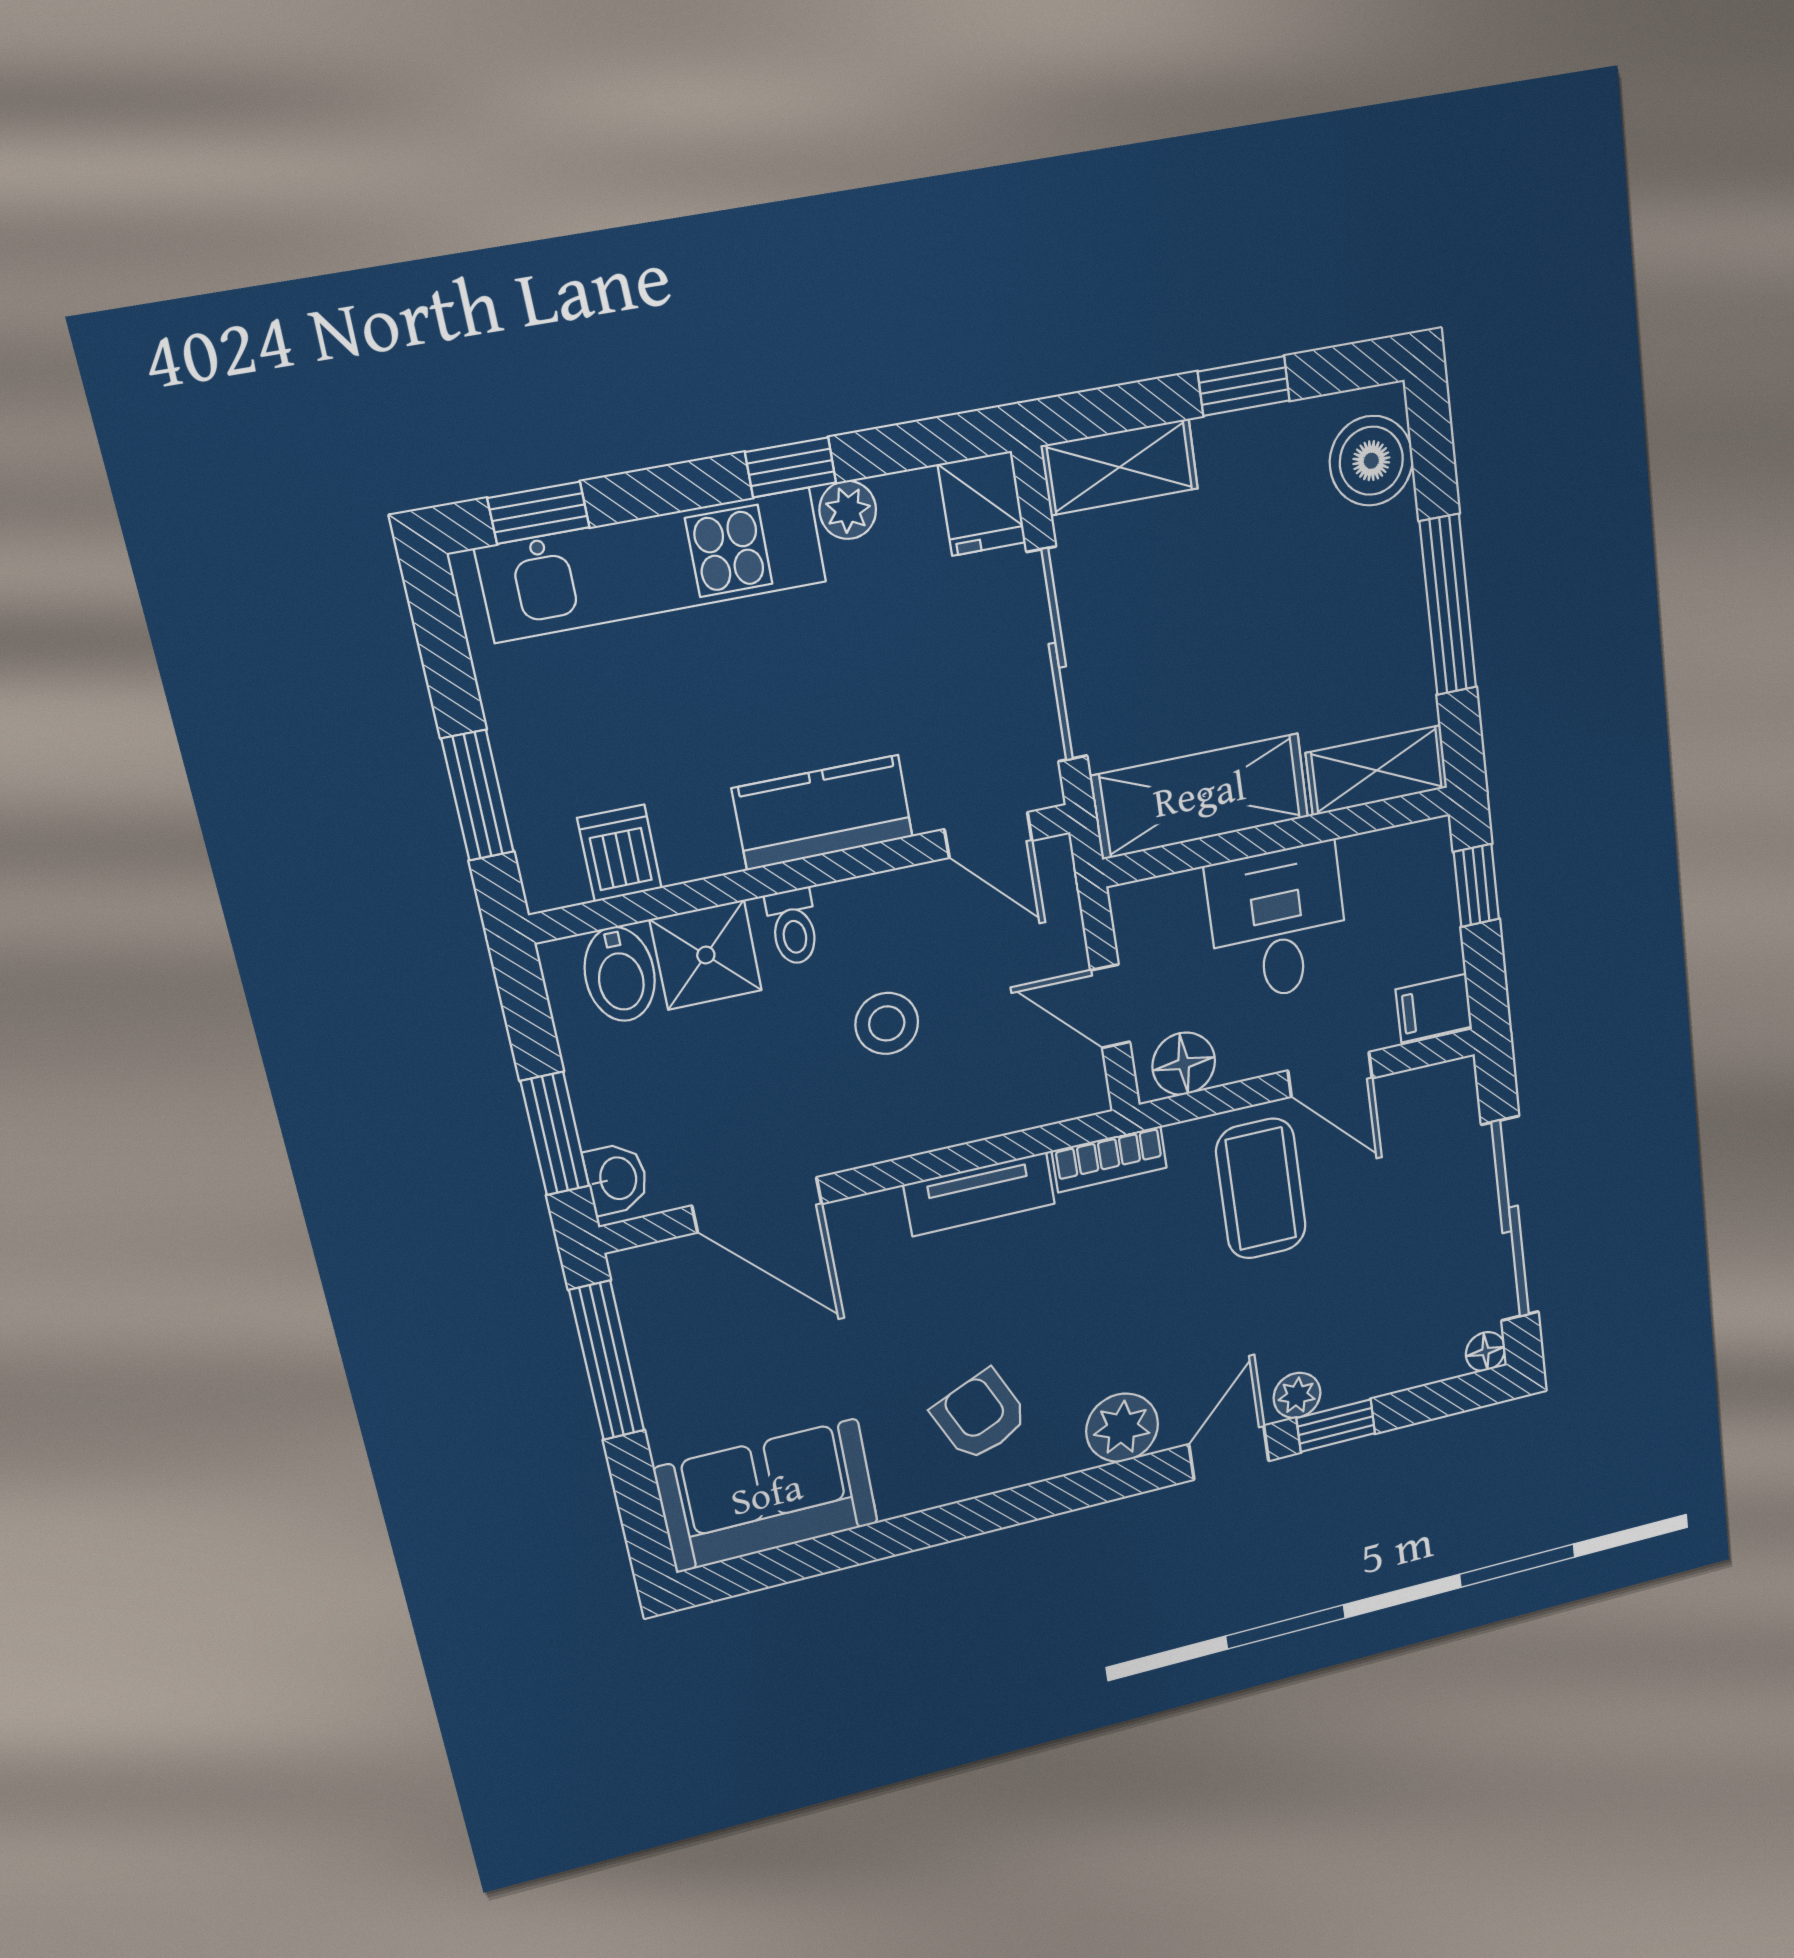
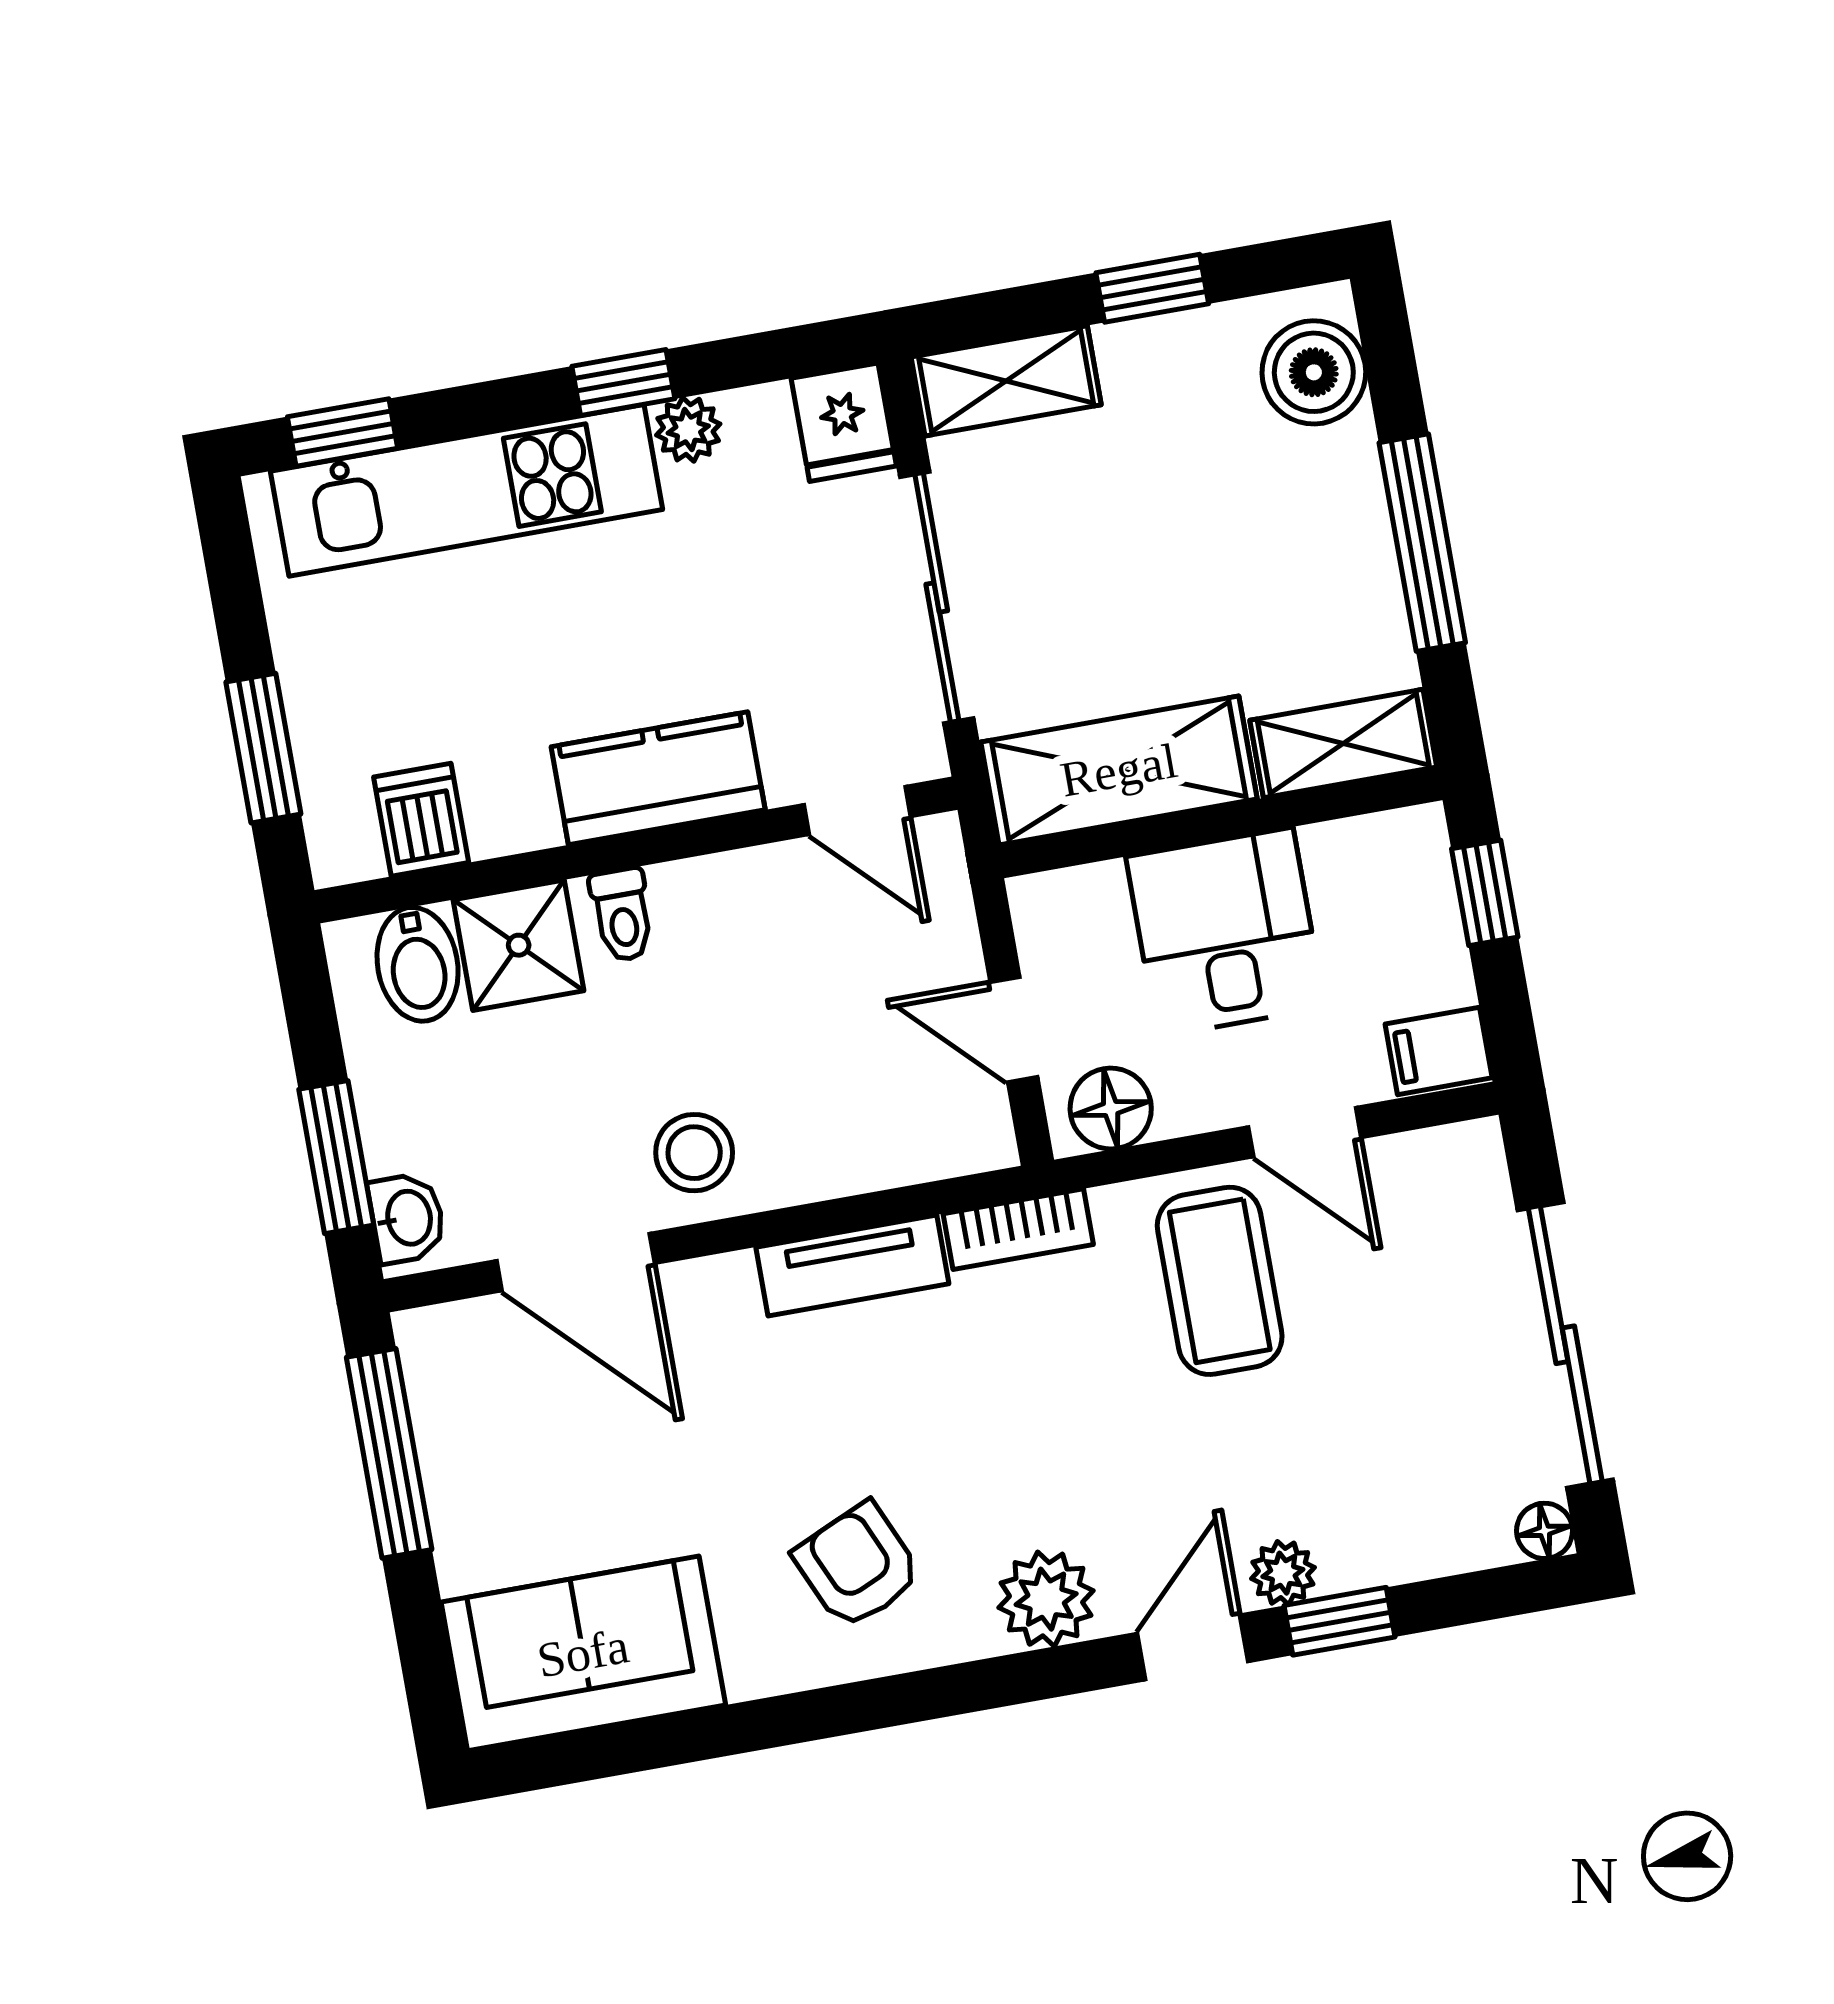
stool: (887, 1023) -> (694, 1153), moved

